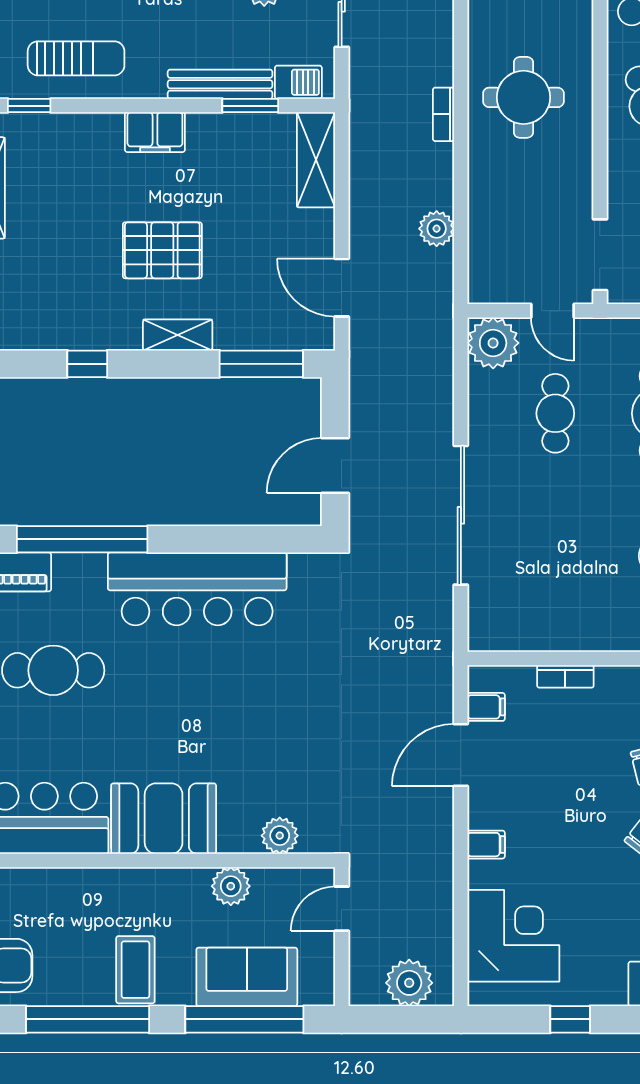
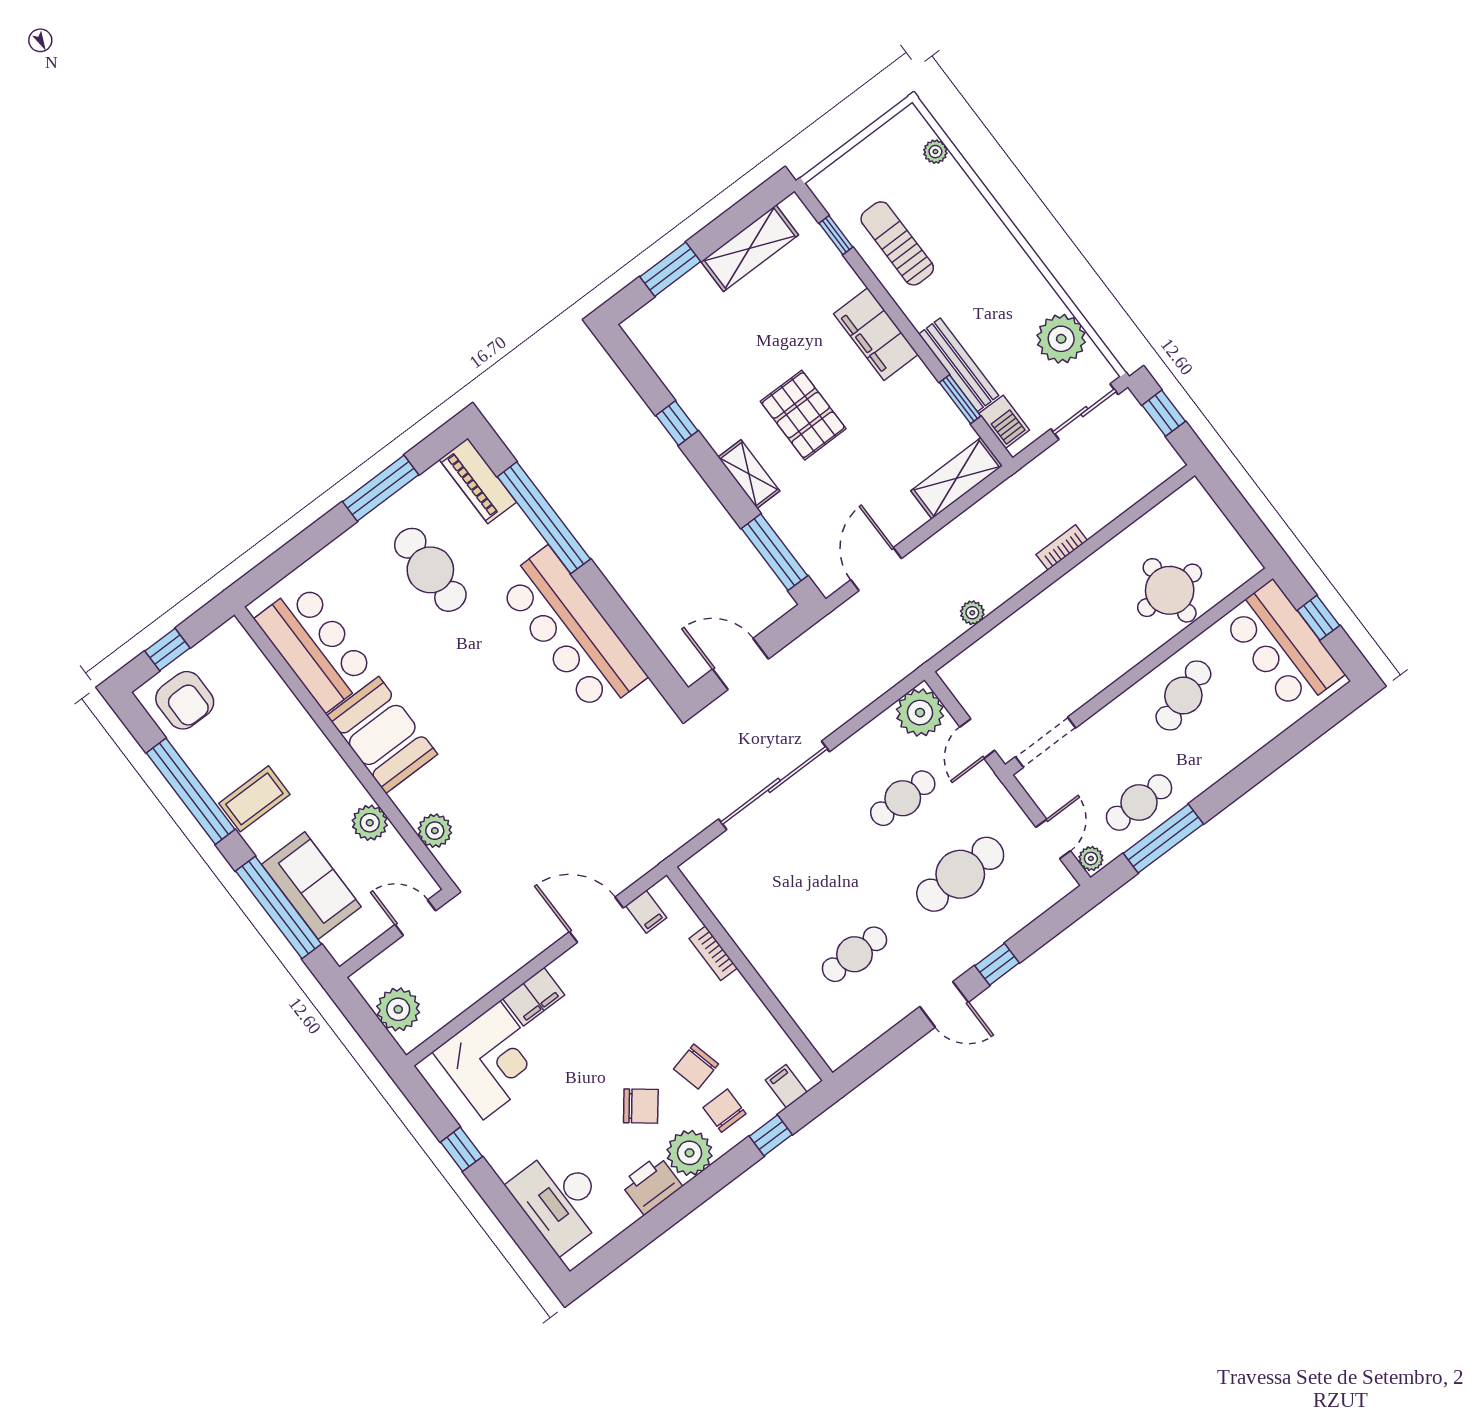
sun lounger: (76, 58) -> (897, 243), turned 180
round table: (523, 97) -> (1170, 590), moved
filing cabinet: (155, 132) -> (876, 334), width x1.50, depth x1.17
plant: (437, 229) -> (972, 613), width x0.73, depth x0.73
filing cabinet: (486, 845) -> (534, 997), width x2.00

